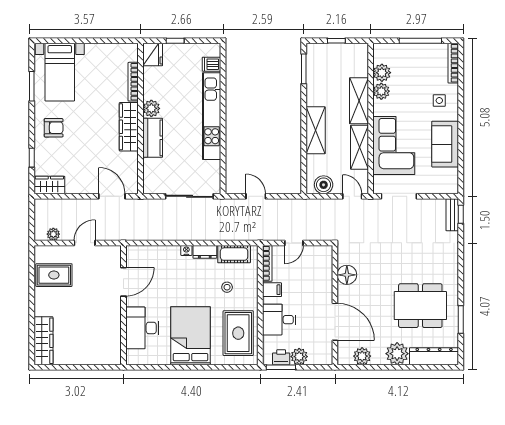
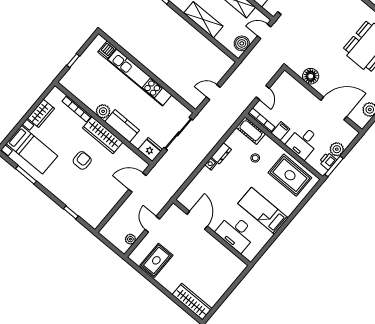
fridge: (153, 55) -> (150, 150), moved
armchair: (54, 128) -> (82, 160), moved
wardrobe: (49, 185) -> (41, 113), moved, turned 180
cot: (234, 254) -> (251, 131), moved, turned 90
bed: (190, 336) -> (263, 211), width x0.67

